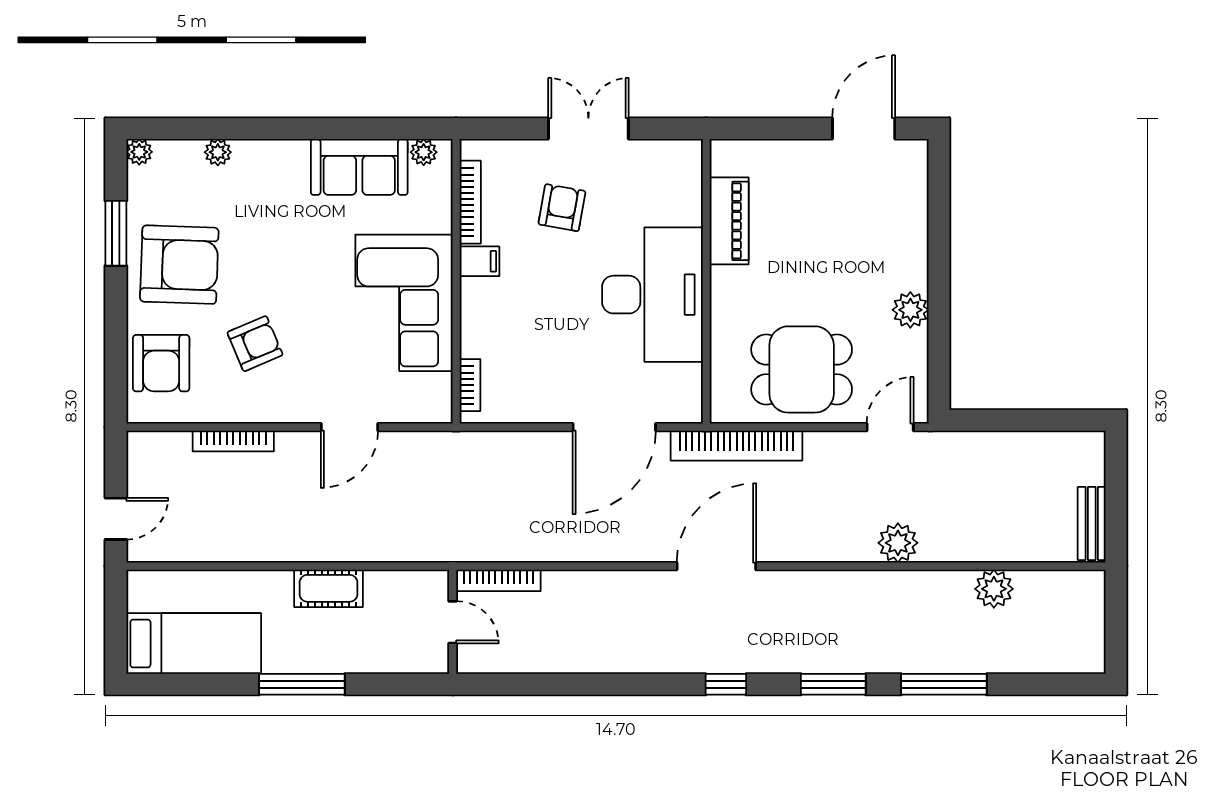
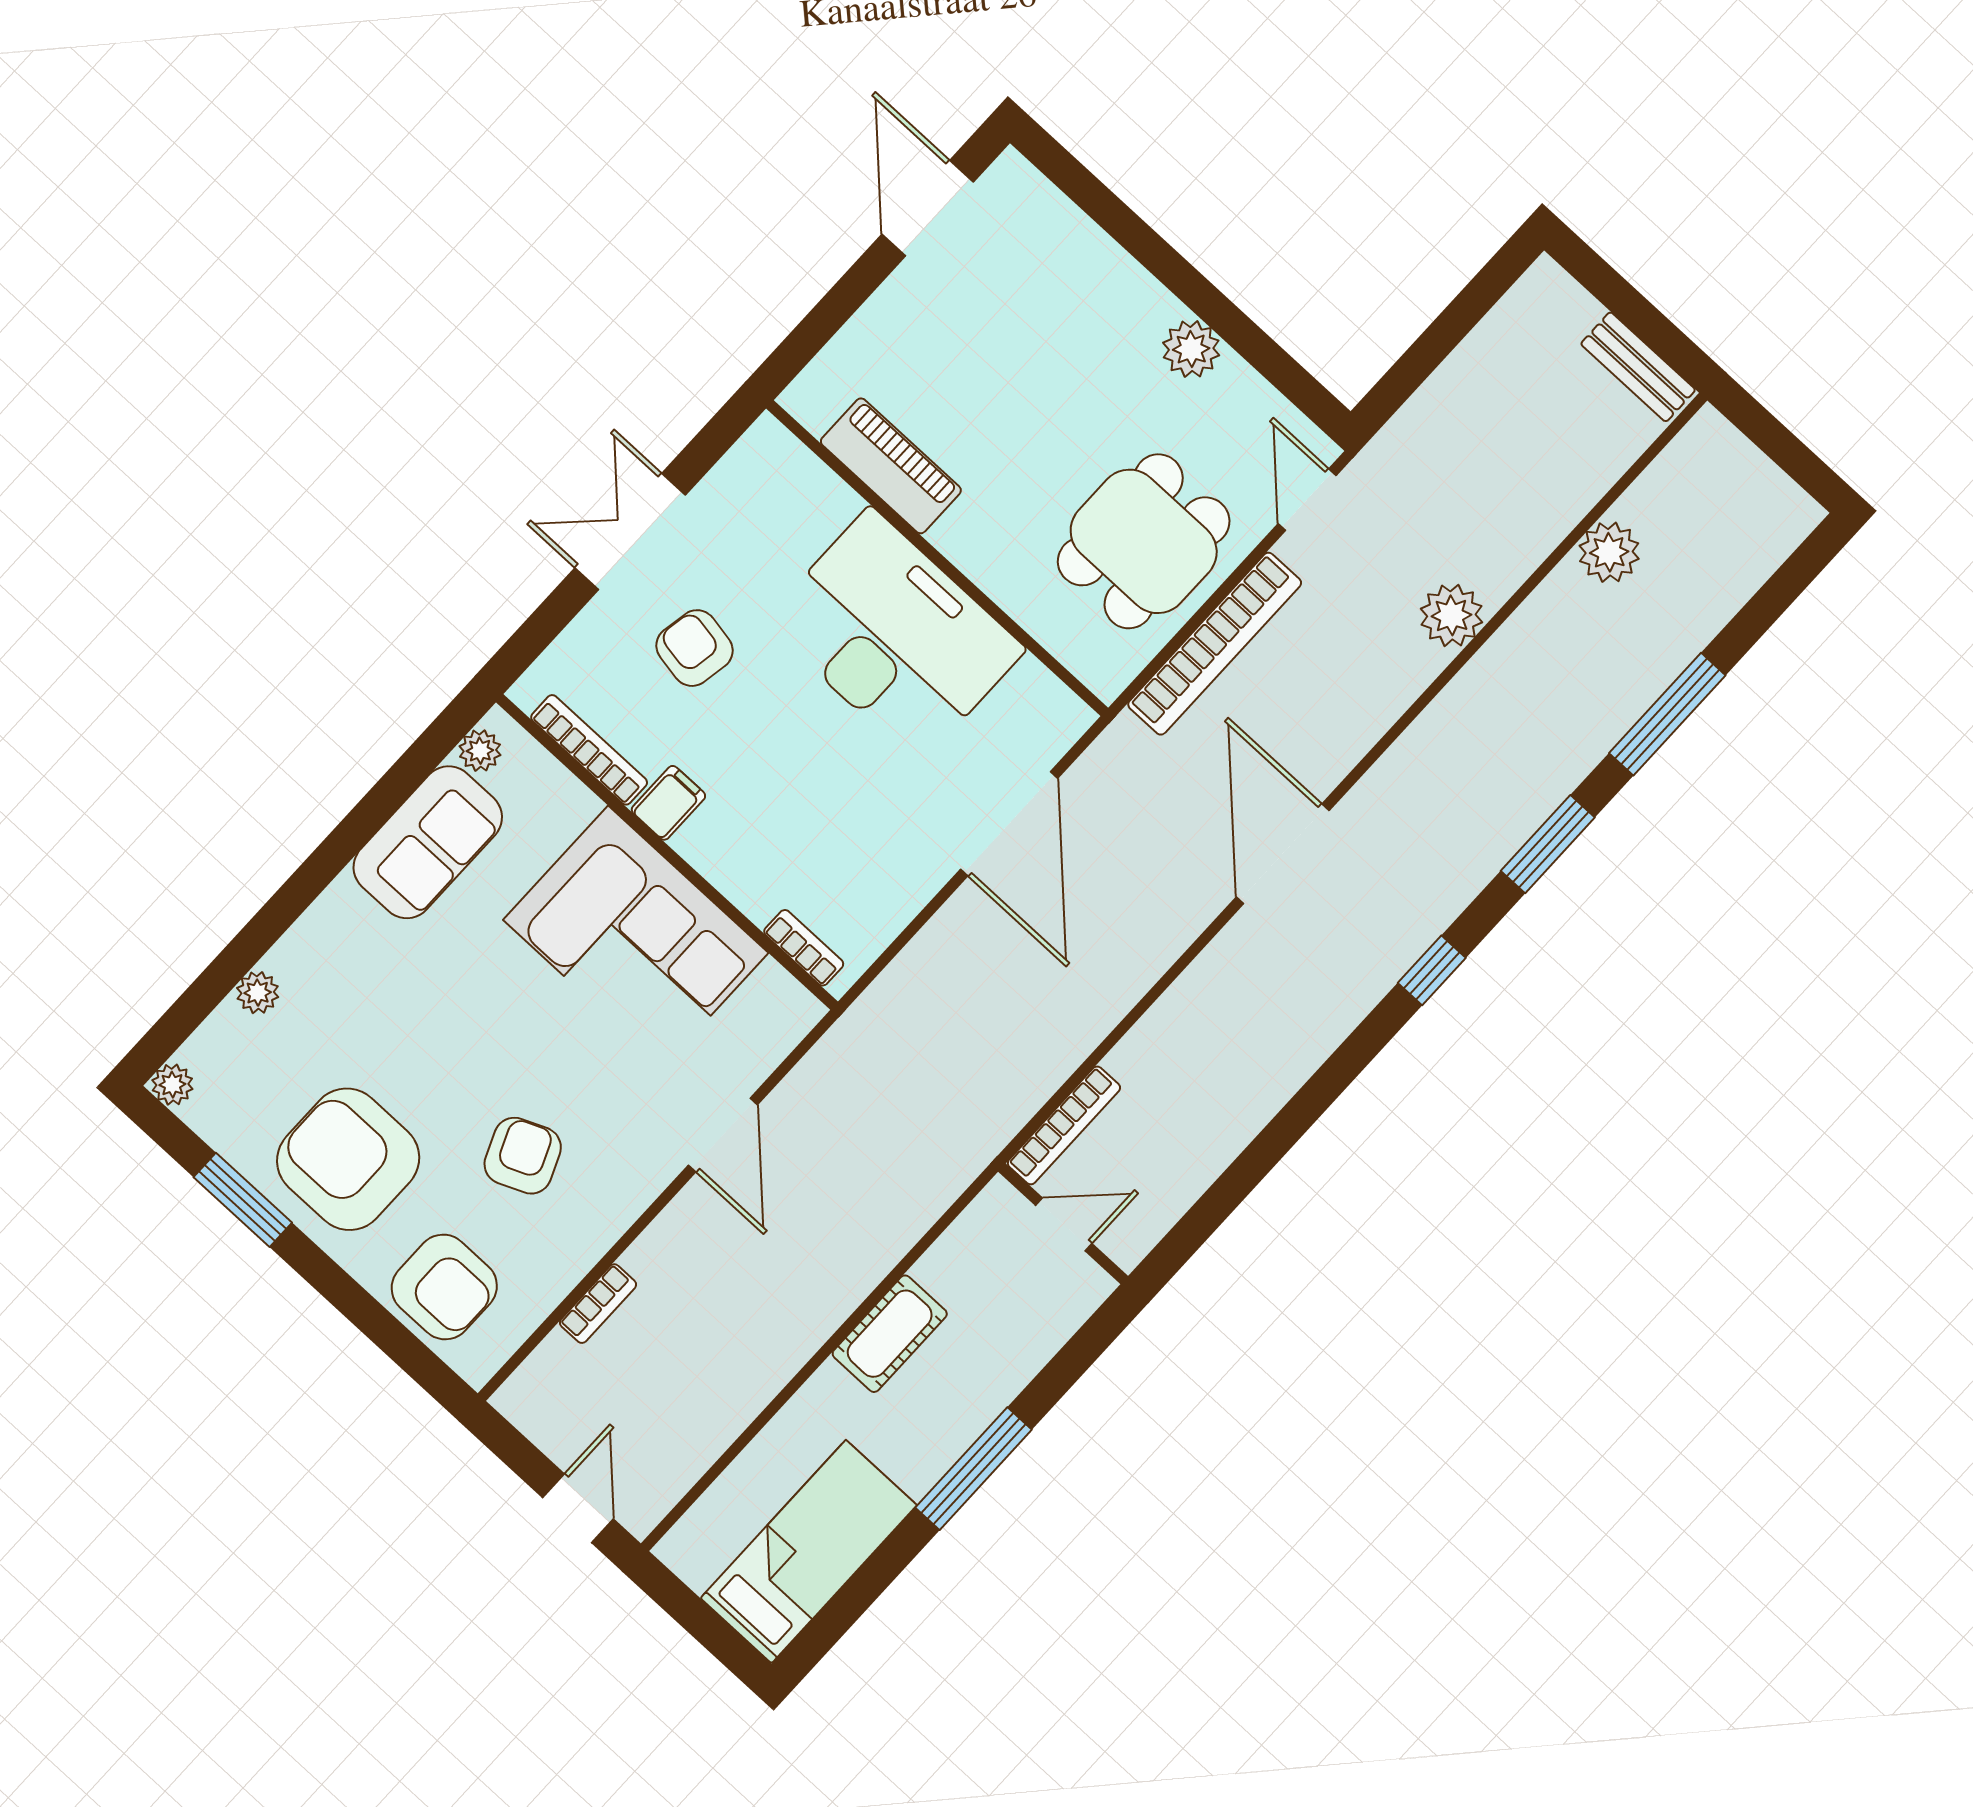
armchair: (179, 265) -> (348, 1159), turned -92
bookcase: (233, 441) -> (598, 1304), width x0.64
bookcase: (737, 446) -> (1215, 644), moved

